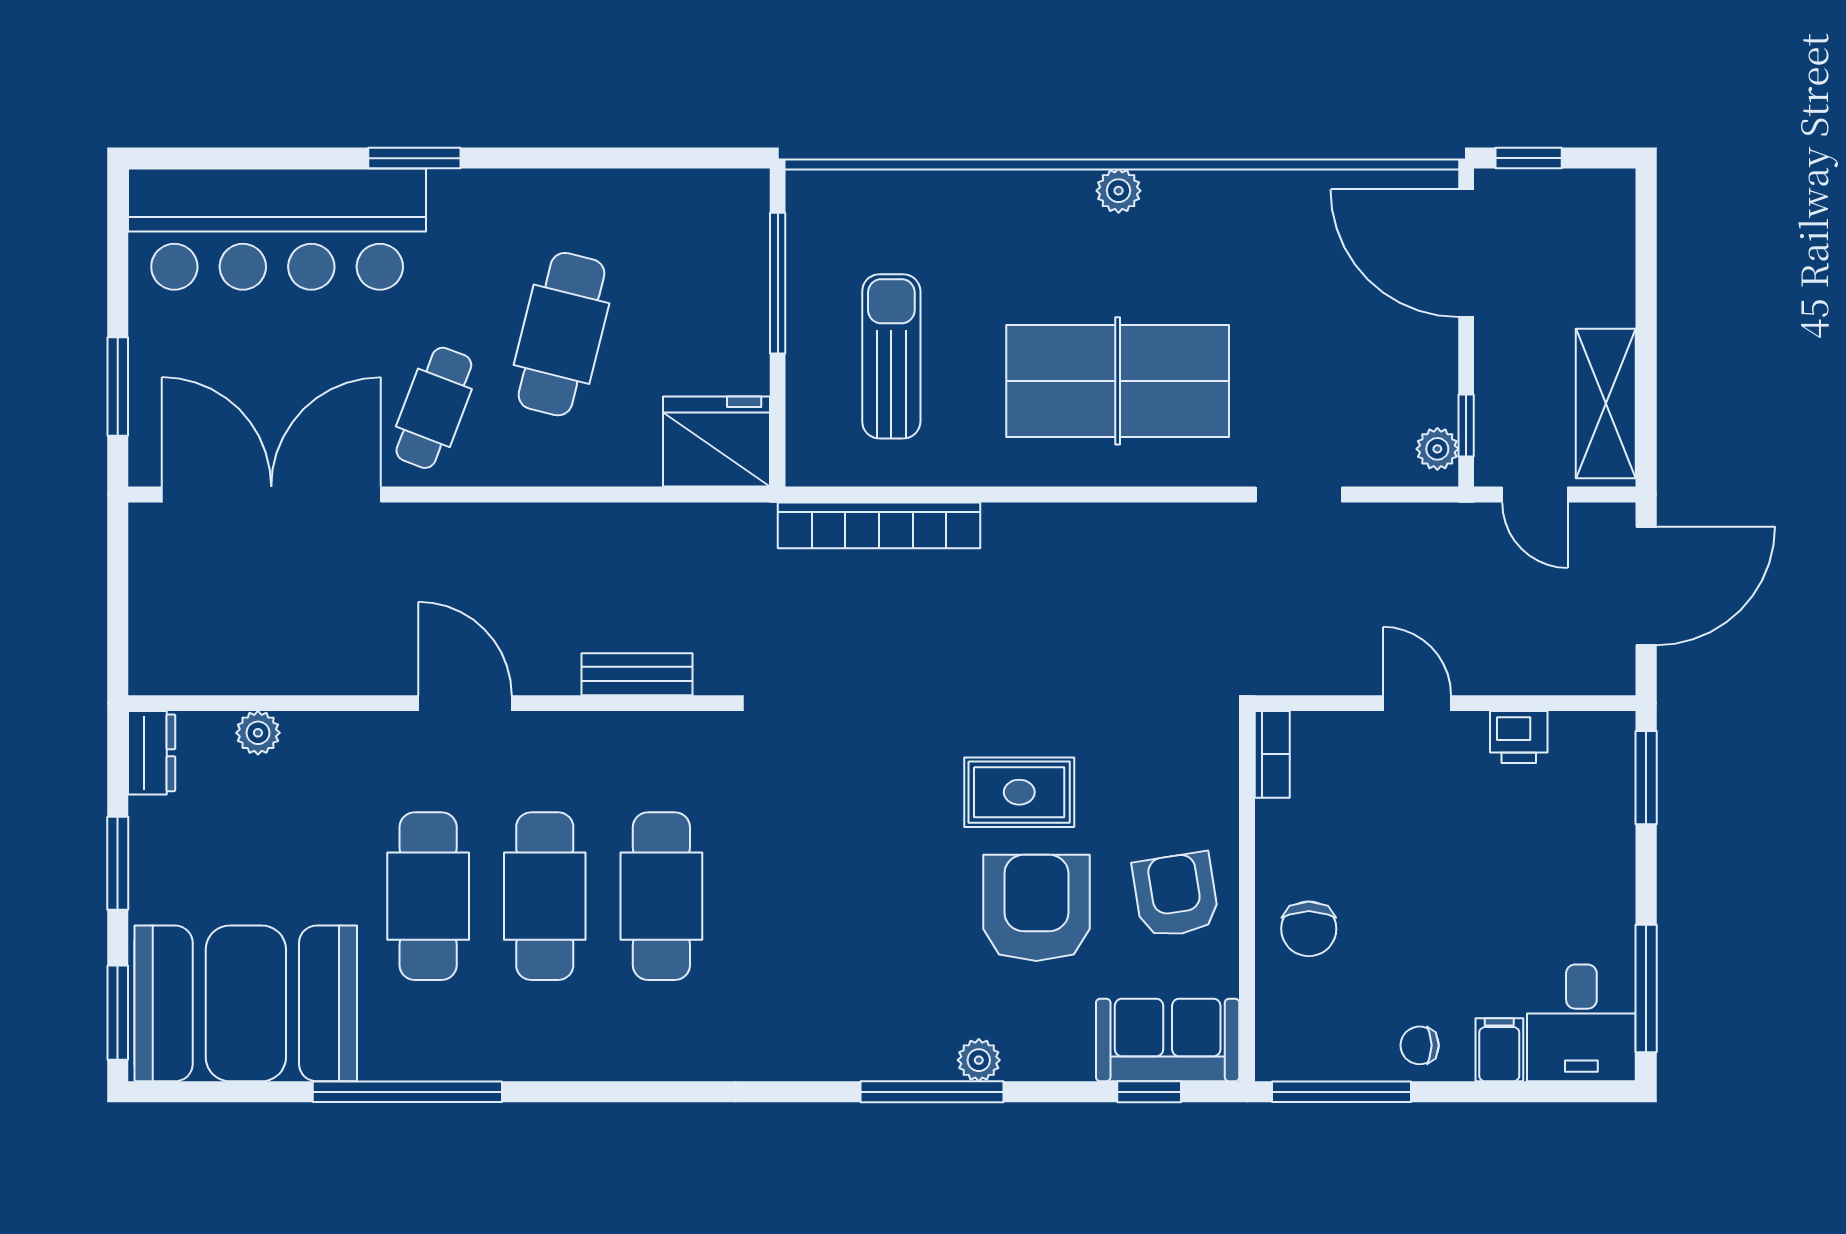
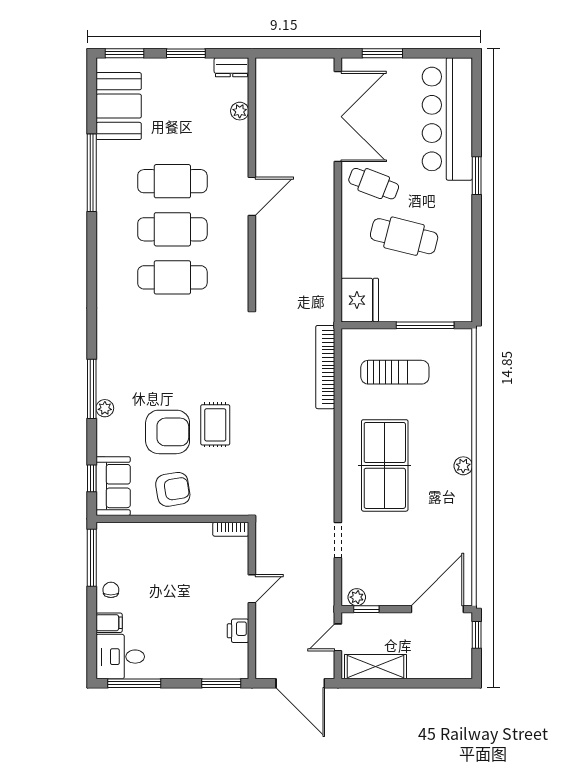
bench: (637, 674) -> (264, 267), removed
chair: (1309, 929) -> (159, 544), removed
booth: (246, 1003) -> (119, 106), width x0.73, depth x0.70

